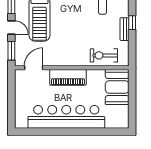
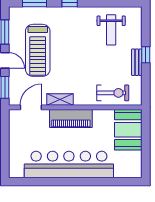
exercise bike: (104, 55) -> (113, 93), turned 180
shelving: (59, 61) -> (60, 100), added

